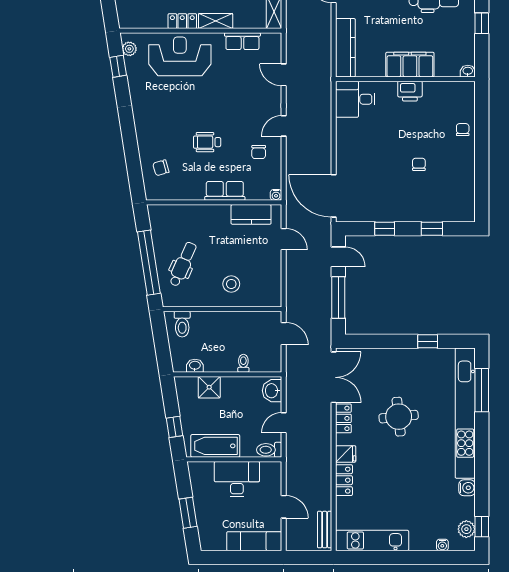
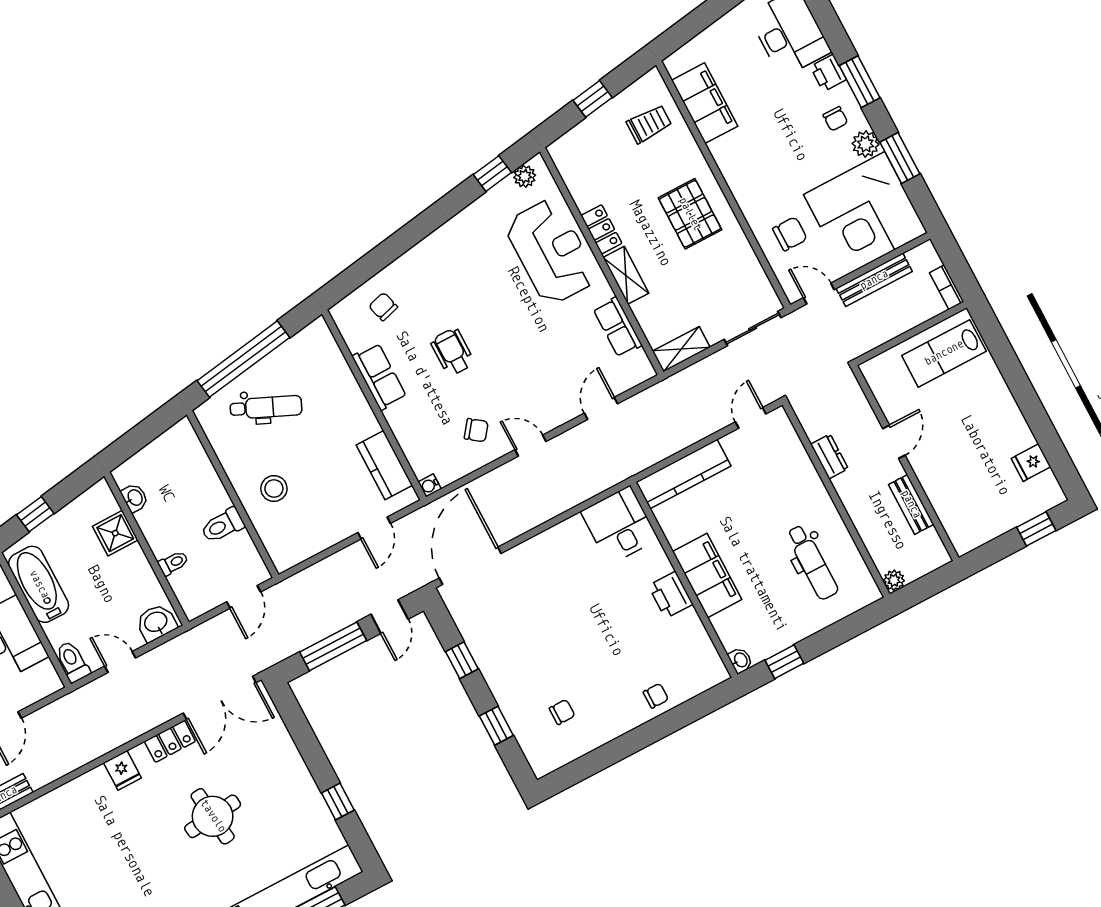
window: (482, 23) -> (784, 662), moved
chair: (259, 152) -> (476, 430), turned -143
chair: (419, 164) -> (562, 712), moved
row of seats: (225, 191) -> (379, 377), moved
toilet: (182, 324) -> (222, 525), moved
locker: (344, 480) -> (85, 787), removed

